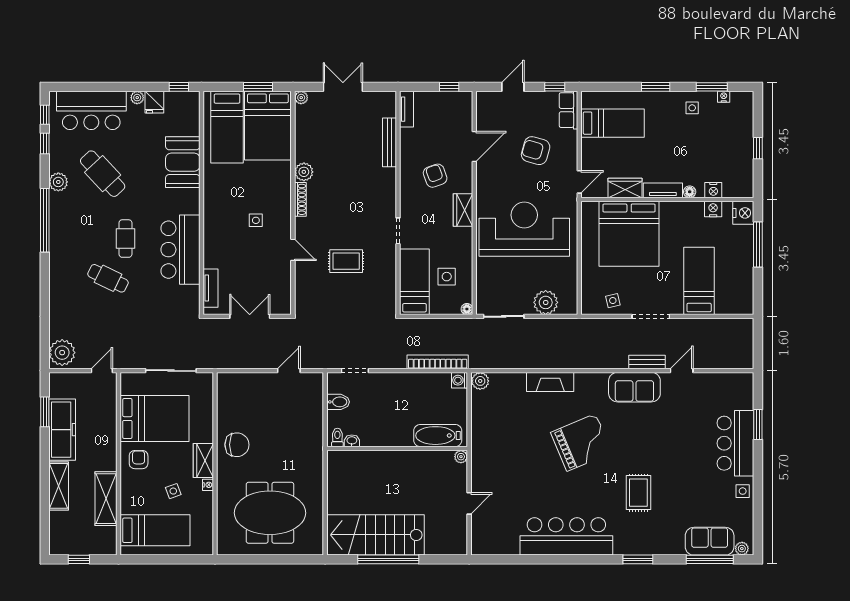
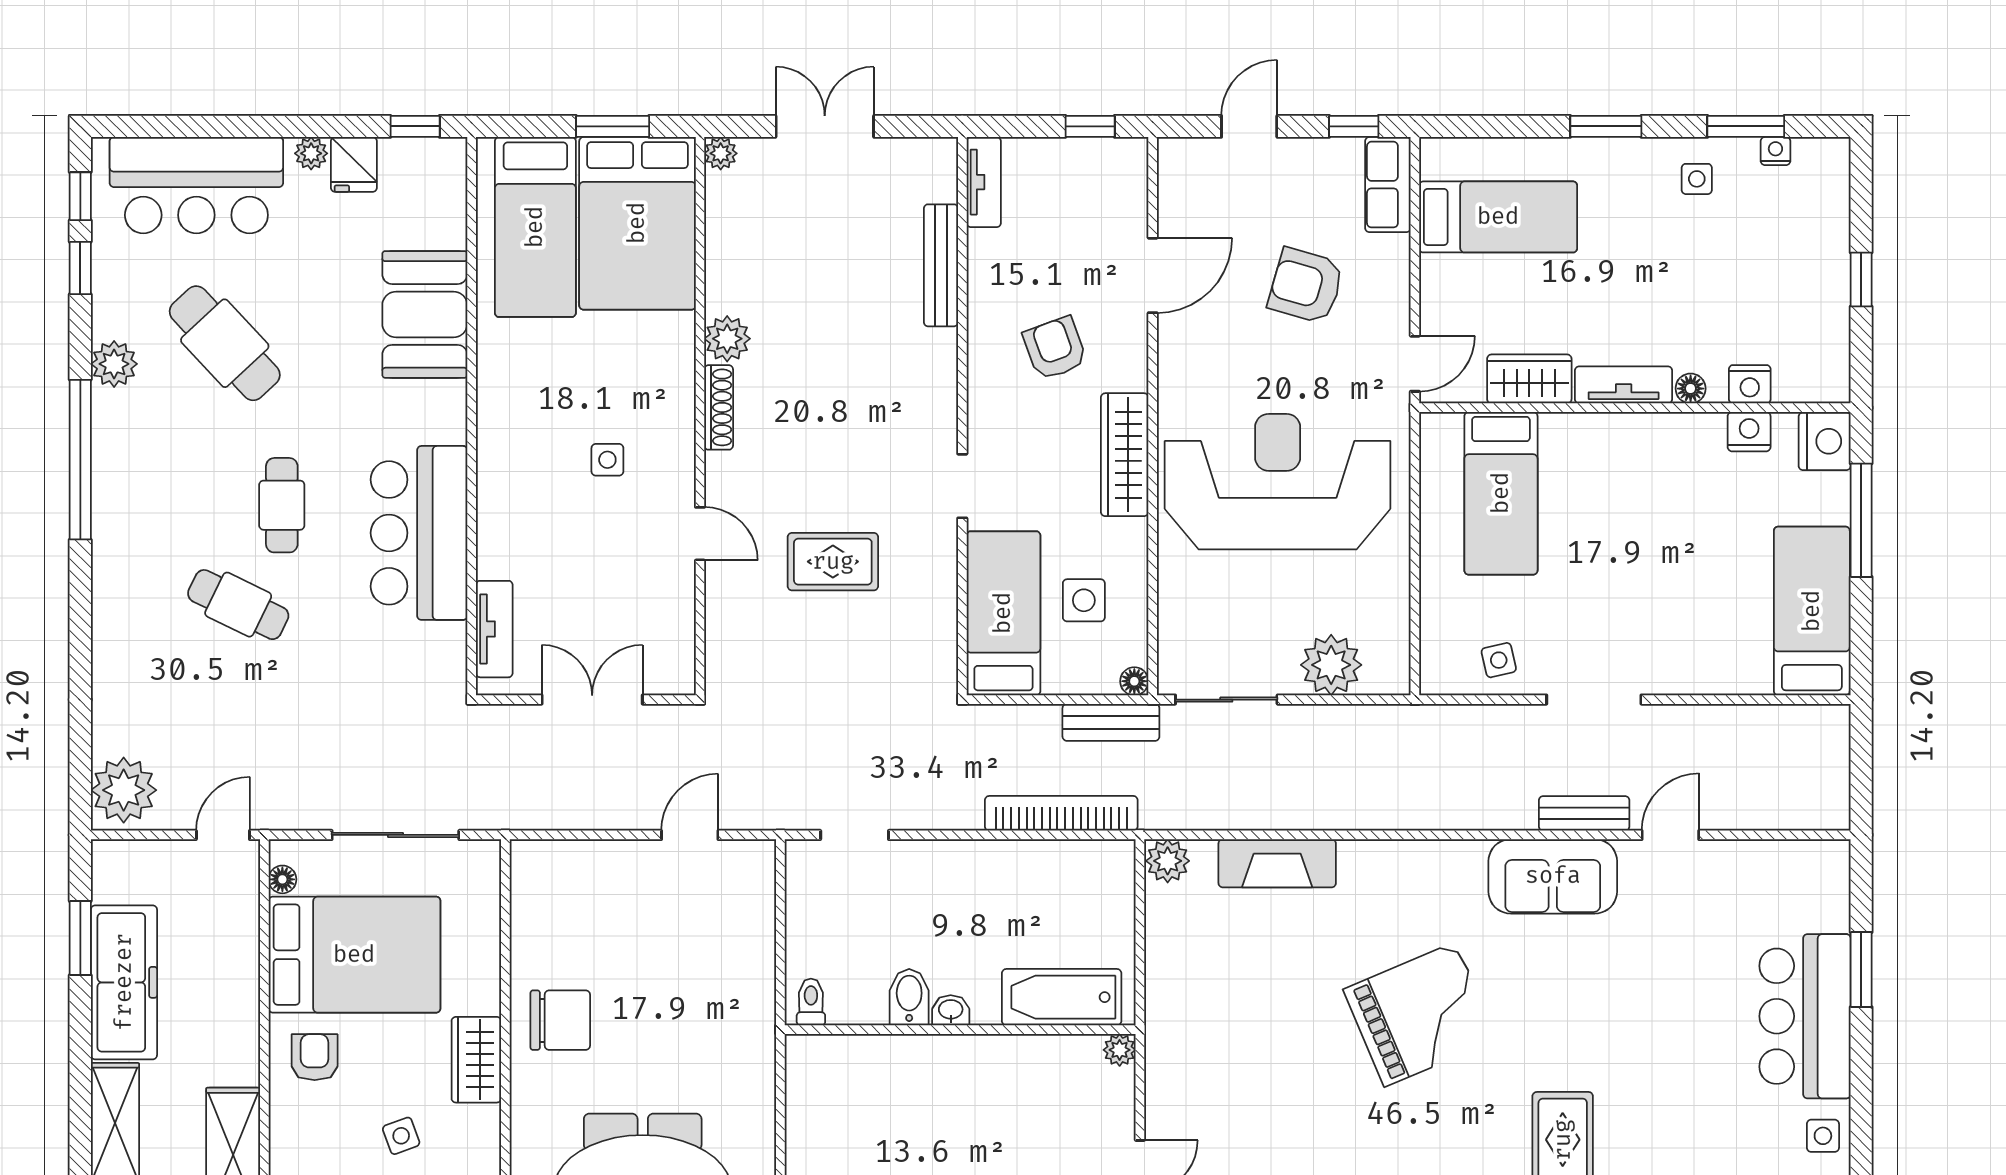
wardrobe: (463, 210) -> (1125, 455), width x1.50
bed: (629, 234) -> (1501, 493), width x0.49
bed: (699, 281) -> (1812, 611), moved
bench: (458, 325) -> (1111, 722), added
washing machine: (460, 380) -> (1116, 859), removed
fireplace: (550, 382) -> (1277, 863), moved
floor lamp: (126, 388) -> (282, 879), added
bidet: (338, 402) -> (909, 997), moved, turned -90
washbasin: (352, 441) -> (951, 1010), moved
nightstand: (208, 485) -> (488, 1120), removed

